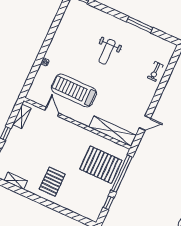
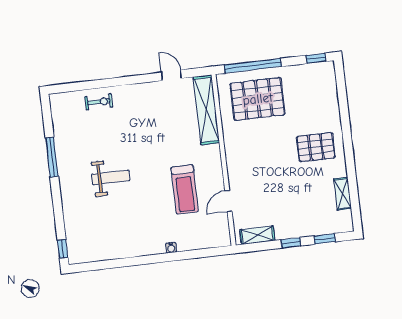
treadmill: (74, 90) -> (185, 189), width x0.73, depth x0.73
pallet: (101, 165) -> (258, 99), turned 90
window: (108, 203) -> (316, 58), moved

